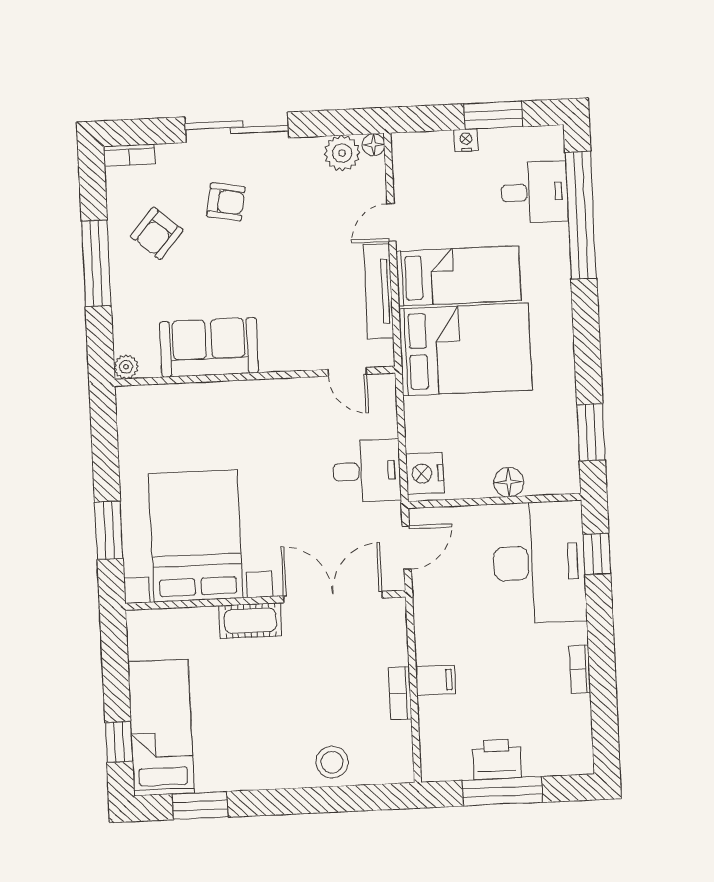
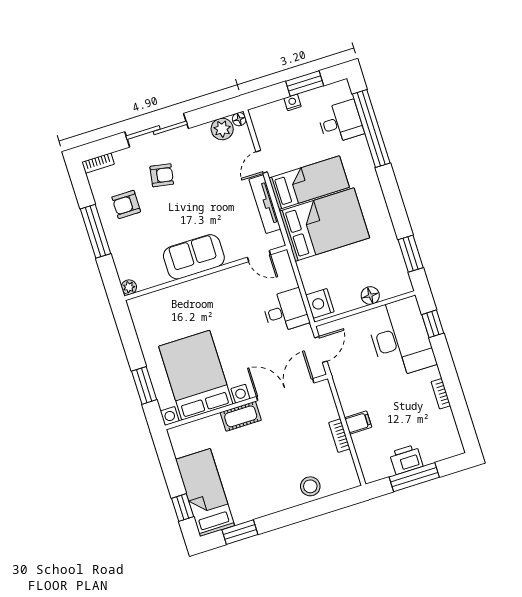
armchair: (157, 233) -> (126, 204), turned 49
sofa: (209, 347) -> (194, 257), moved

